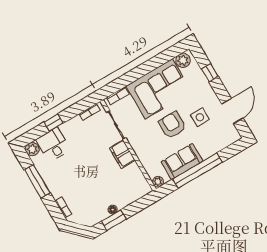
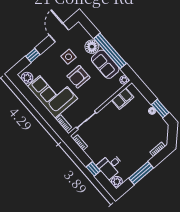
door: (232, 111) -> (59, 33), hinge flipped
floor lamp: (207, 149) -> (92, 47), added
filing cabinet: (122, 154) -> (123, 99), moved

